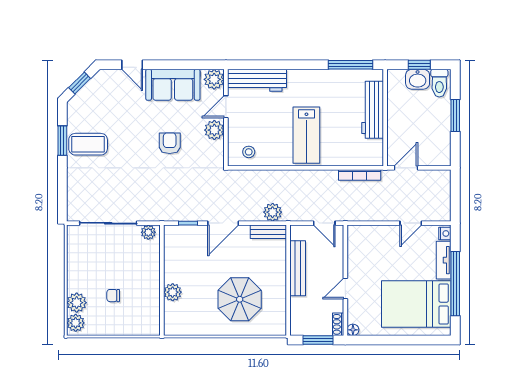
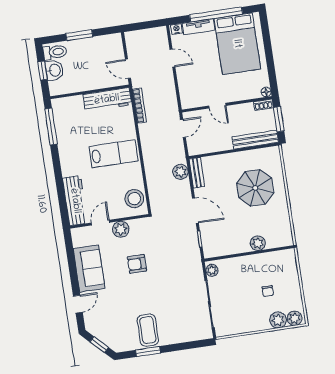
plant: (214, 79) -> (80, 236), removed
door: (226, 107) -> (100, 223), swing flipped
workbench: (373, 110) -> (107, 100), moved
stool: (249, 152) -> (134, 199), width x1.89, depth x1.89
bench: (298, 268) -> (255, 140), moved
door: (345, 289) -> (217, 106), moved

